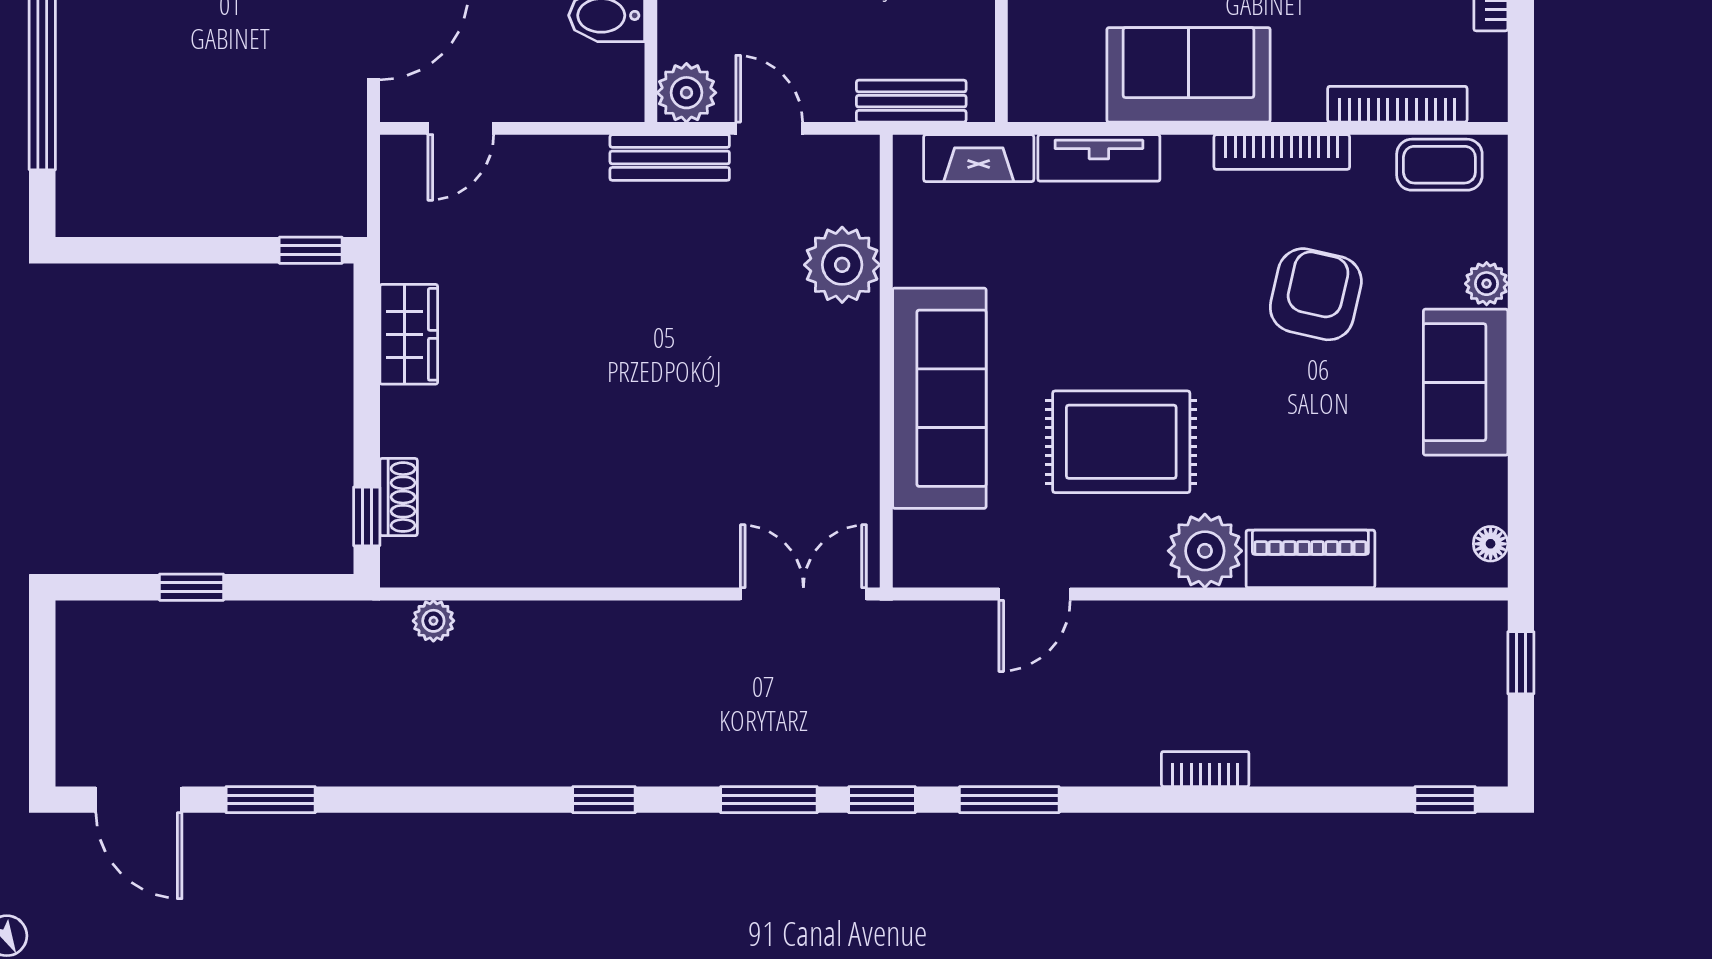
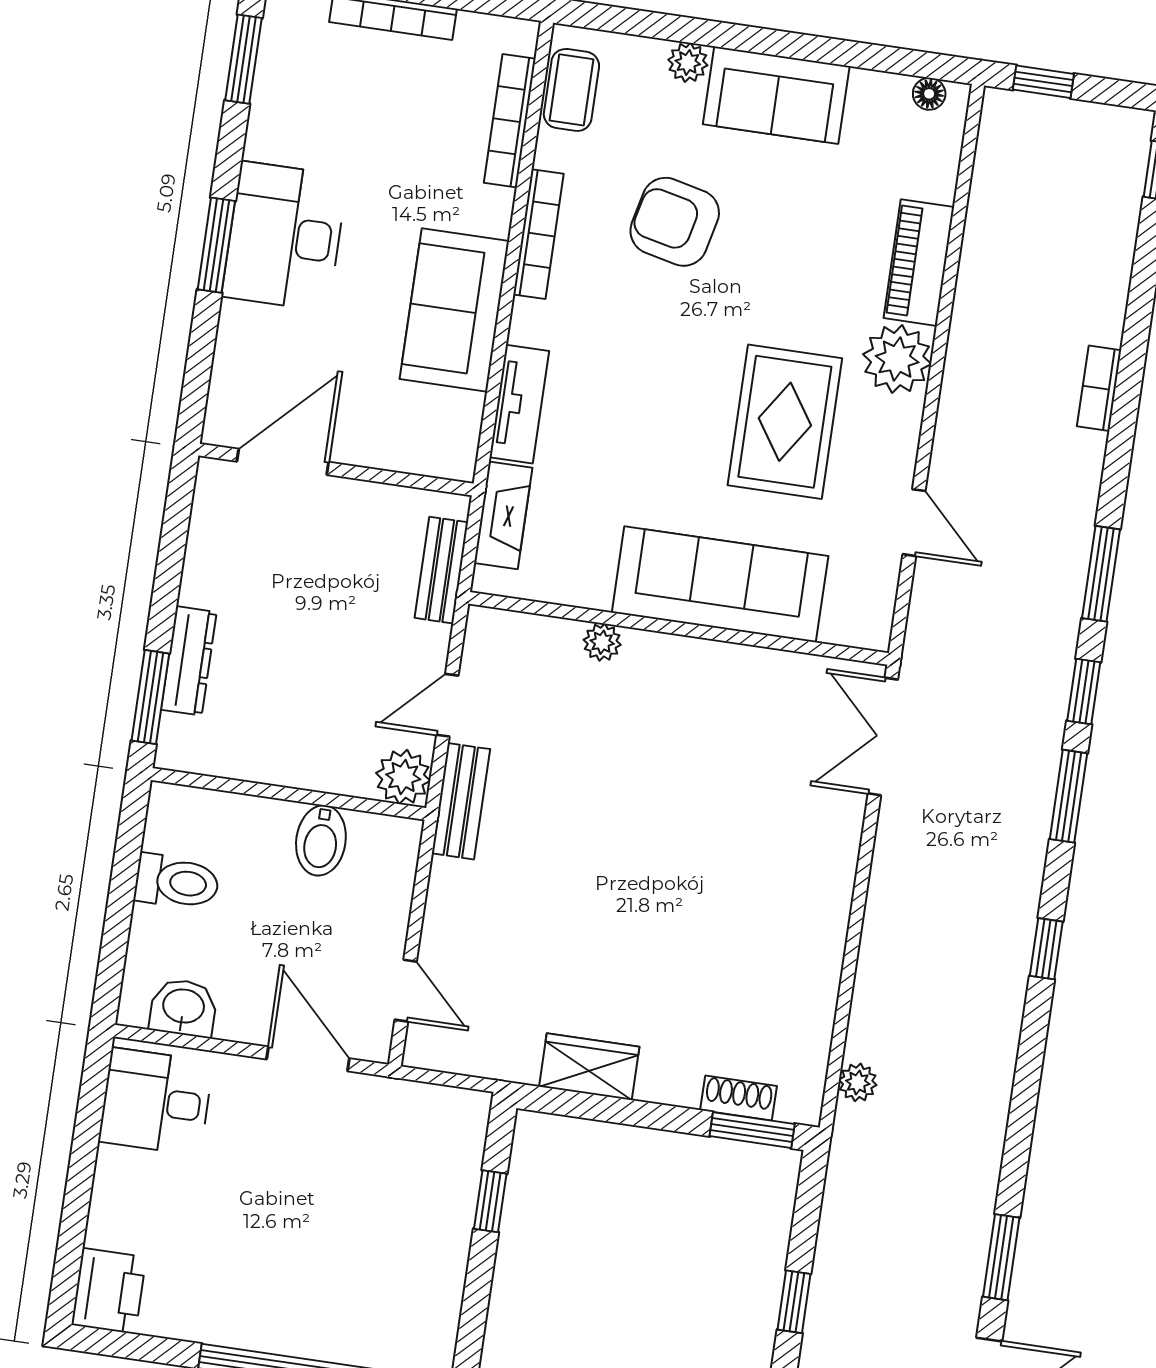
window: (311, 250) -> (490, 1201), moved
plant: (842, 265) -> (602, 642), width x0.53, depth x0.53
window: (367, 516) -> (752, 1130), width x1.50

